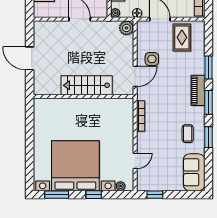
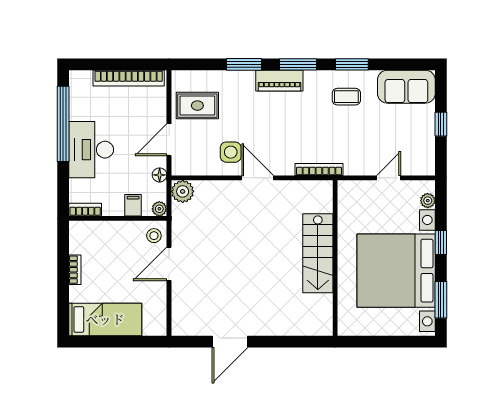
stool: (98, 9) -> (154, 236), added
stairs: (87, 85) -> (318, 253), moved
wall: (84, 96) -> (335, 258), moved
door: (135, 161) -> (389, 178), hinge flipped
window: (155, 195) -> (441, 124), moved

